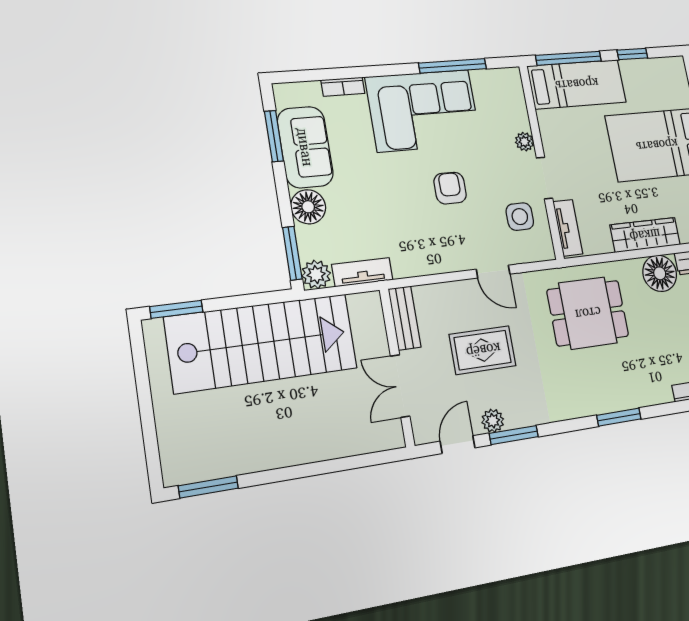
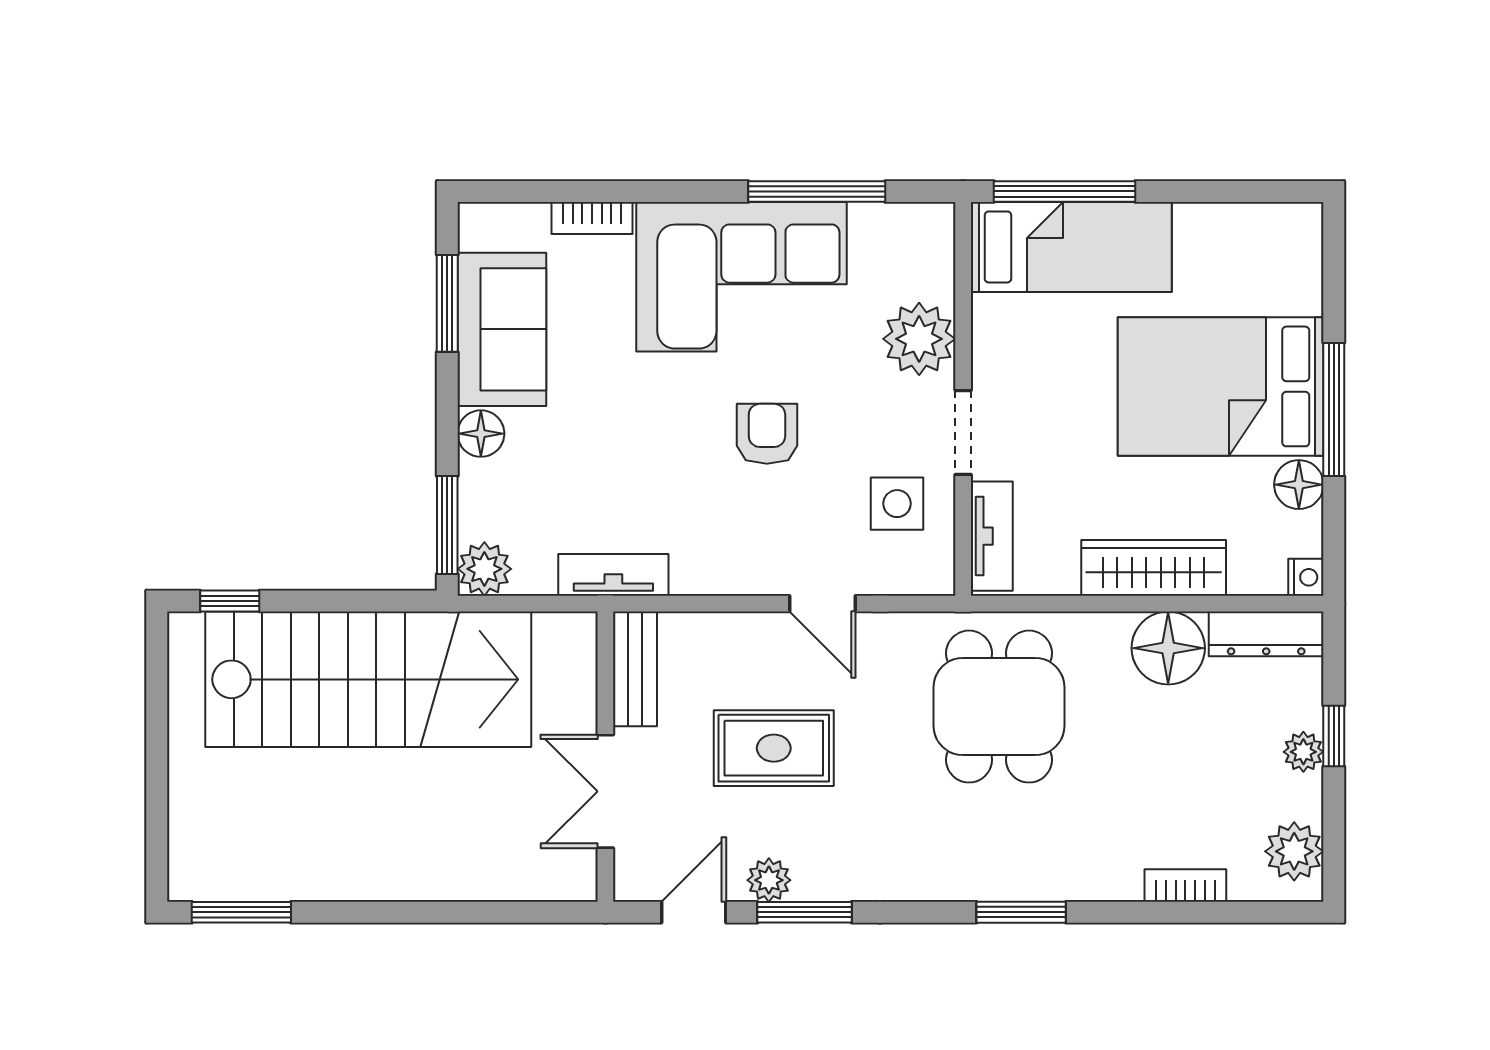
window: (632, 54) -> (1208, 191), removed
plant: (524, 142) -> (919, 339), width x1.88, depth x1.88
floor lamp: (308, 207) -> (481, 434), width x0.73, depth x0.73
tv unit: (362, 272) -> (613, 575), moved
window: (176, 309) -> (230, 601), width x0.67
dining table: (588, 313) -> (999, 707), turned 90

